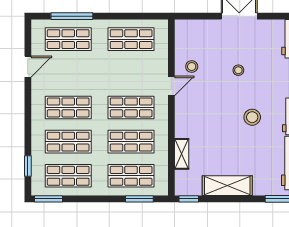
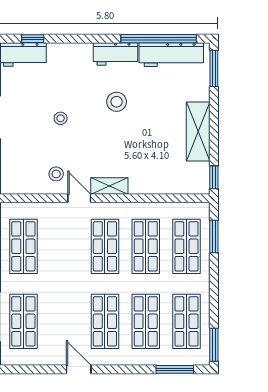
door: (28, 67) -> (79, 369), moved
shelving: (182, 154) -> (109, 186), moved
window: (28, 166) -> (175, 369), width x1.50

